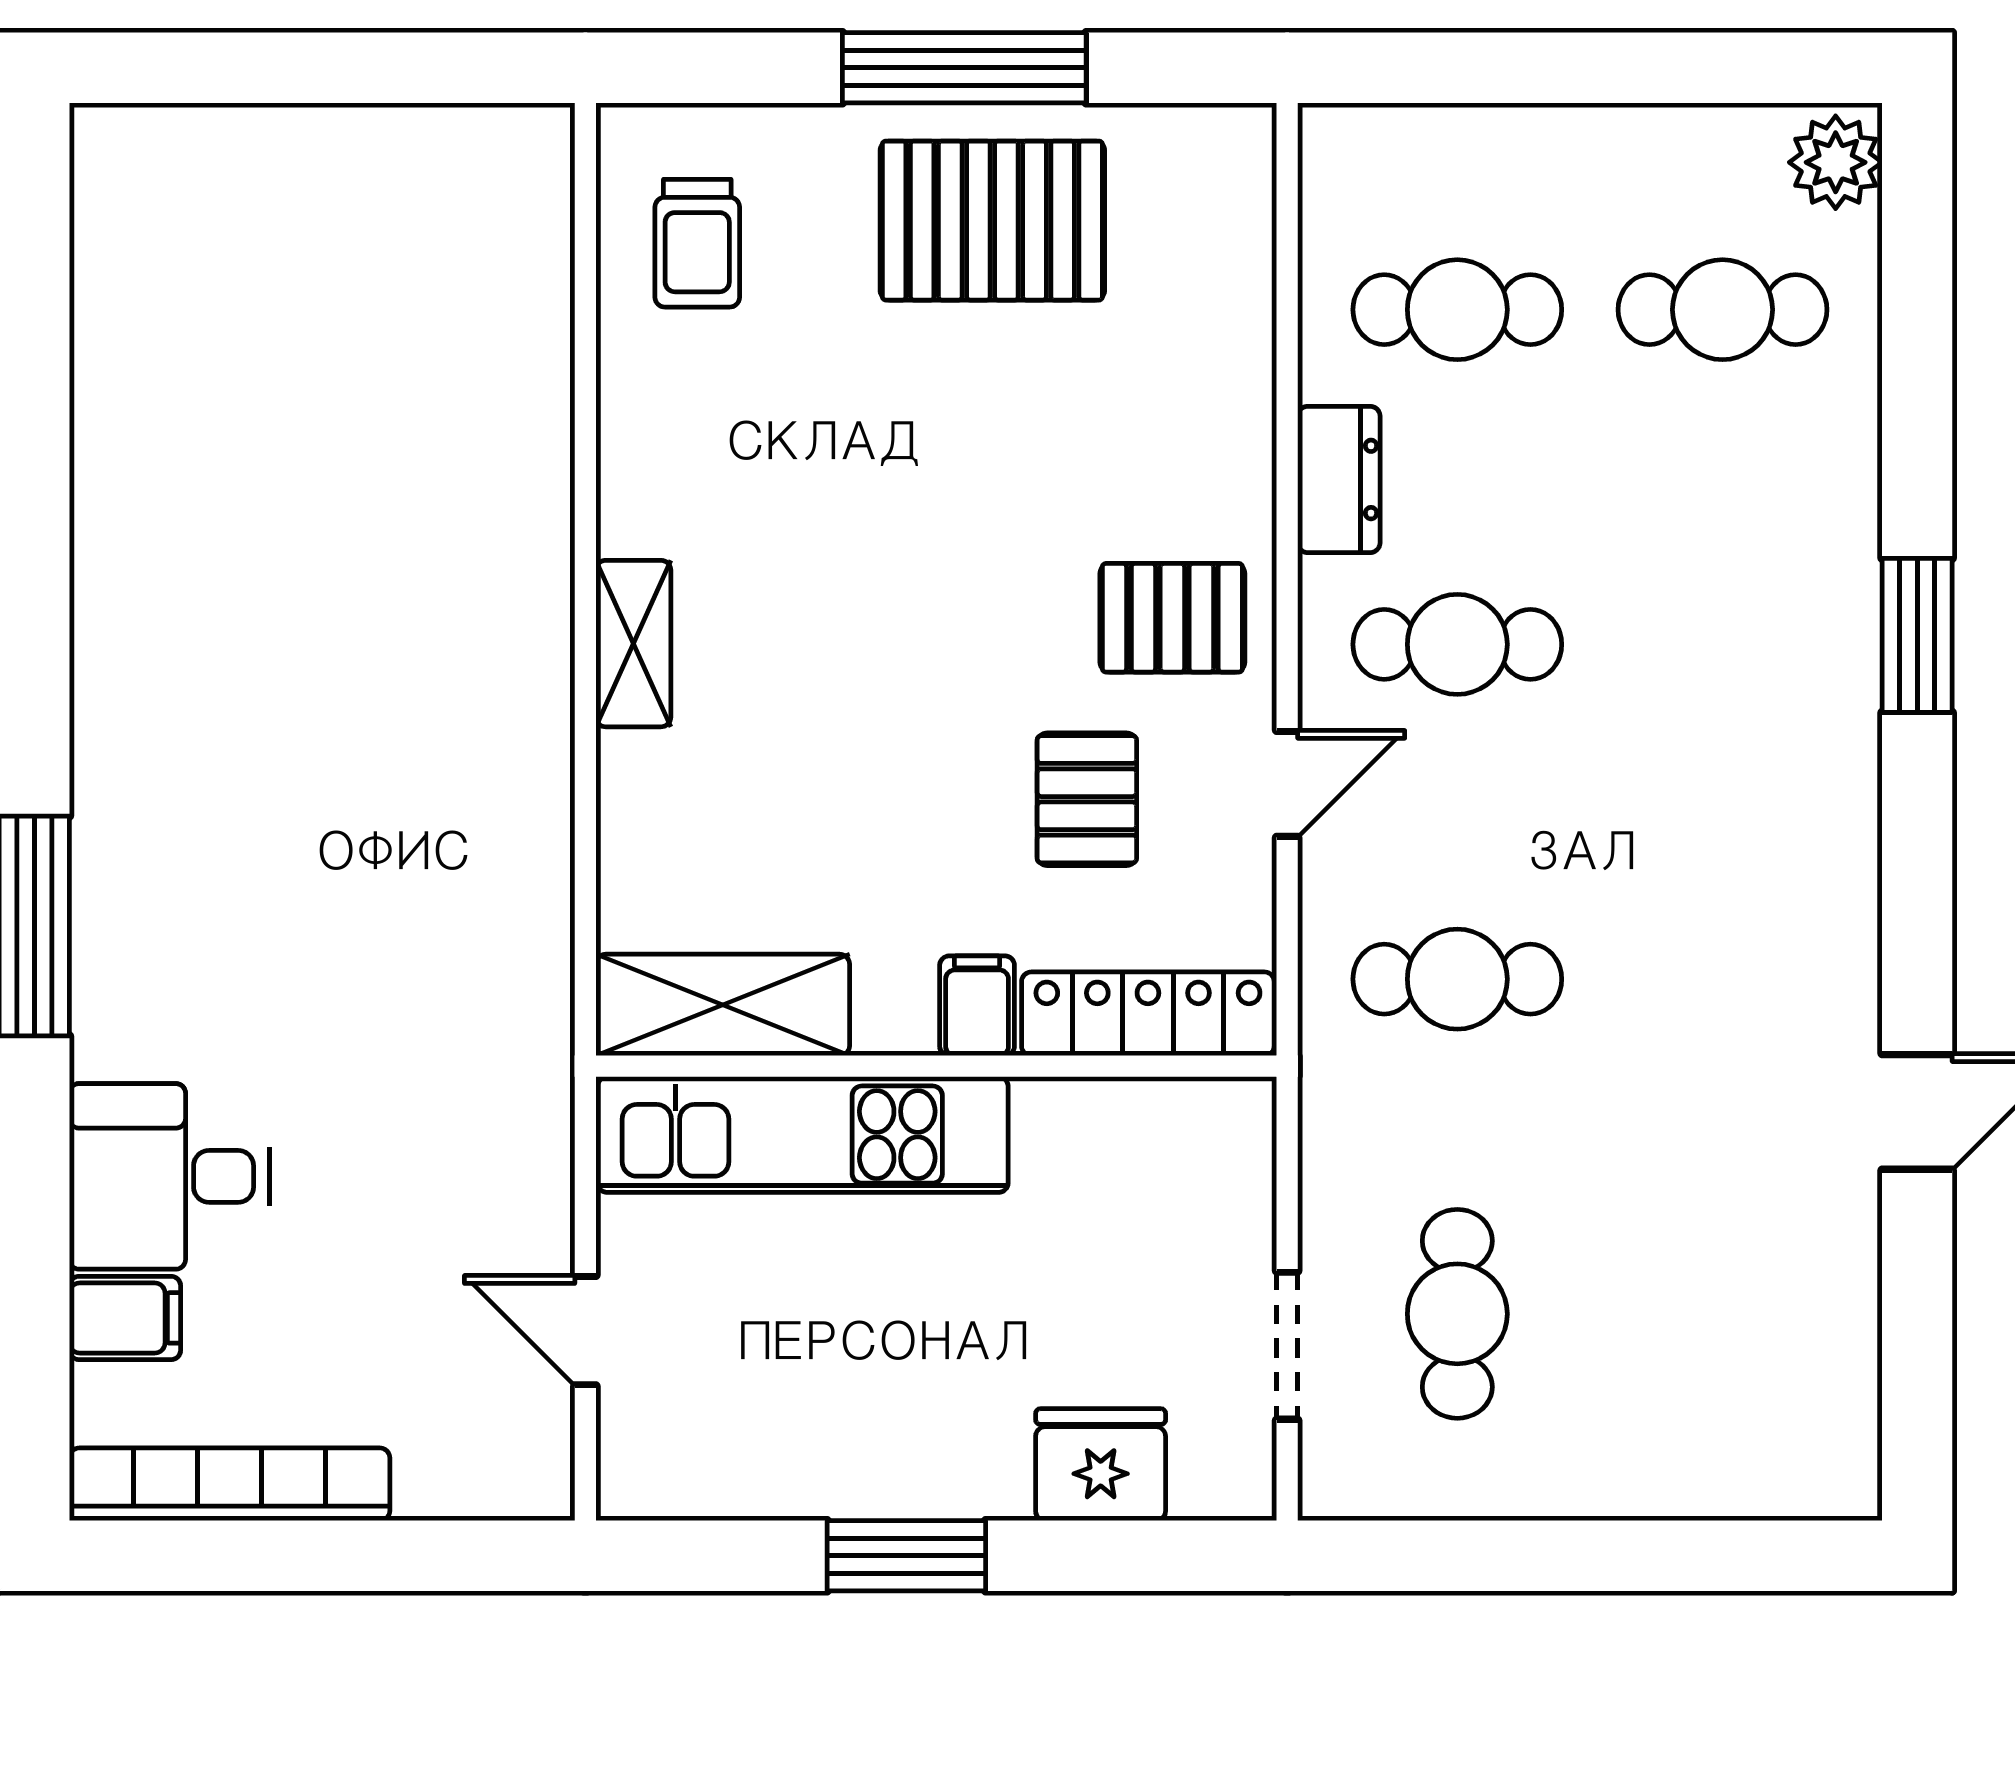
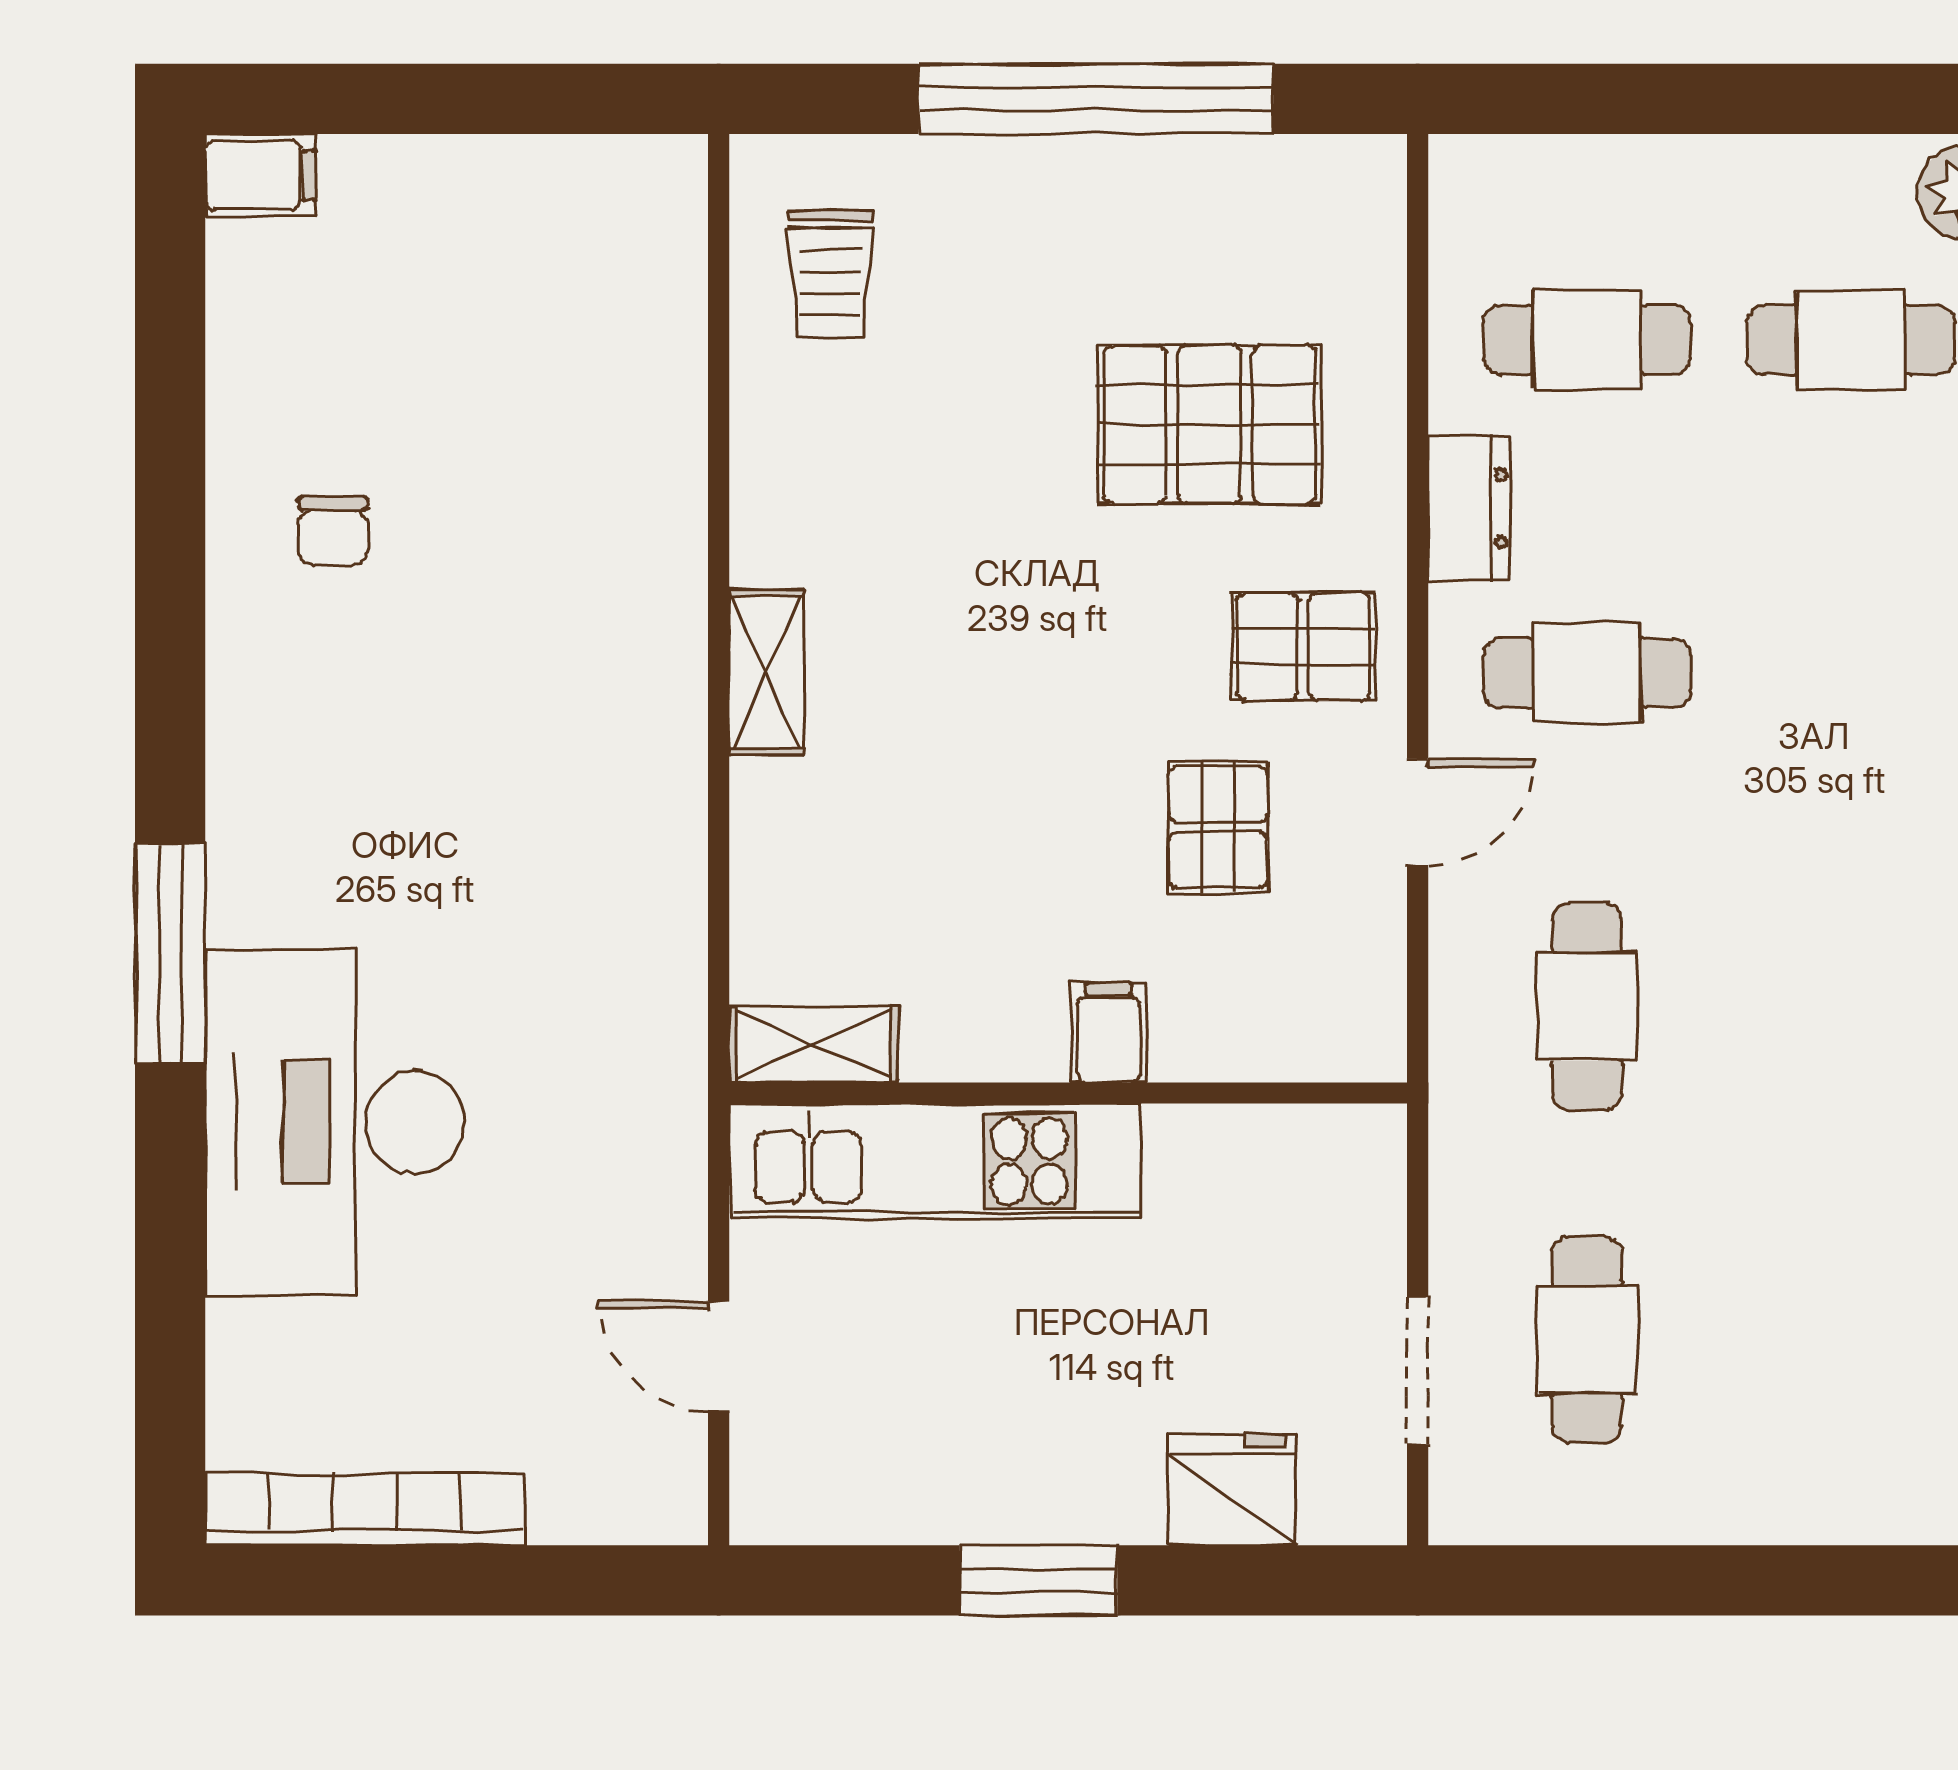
window: (964, 68) -> (1096, 99), width x1.46
pallet: (992, 221) -> (1209, 425), moved
chair: (198, 502) -> (333, 531), added
cafe table: (1457, 979) -> (1587, 1006), turned 90
shelving: (723, 1005) -> (813, 1045), width x0.67, depth x0.75
locker: (1148, 1014) -> (1279, 1041), removed
desk: (170, 1176) -> (335, 1122), width x1.87, depth x1.30
filing cabinet: (125, 1318) -> (260, 175), moved

